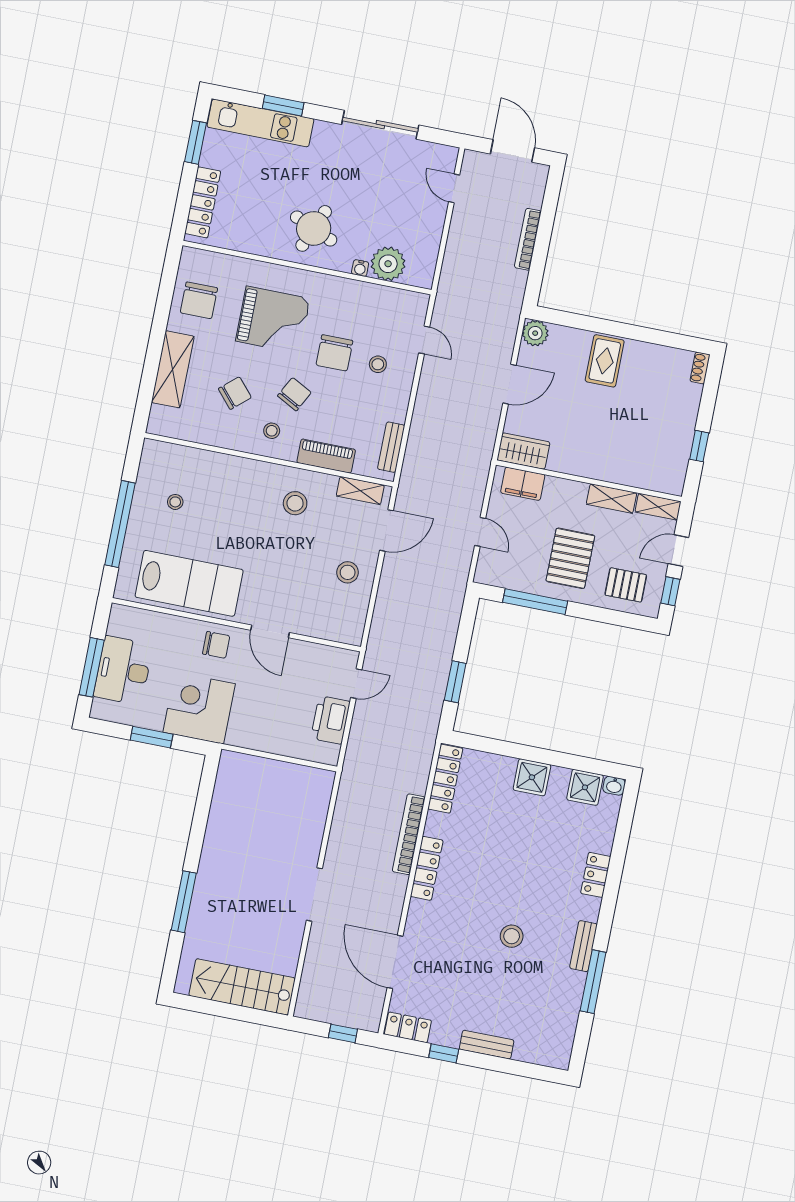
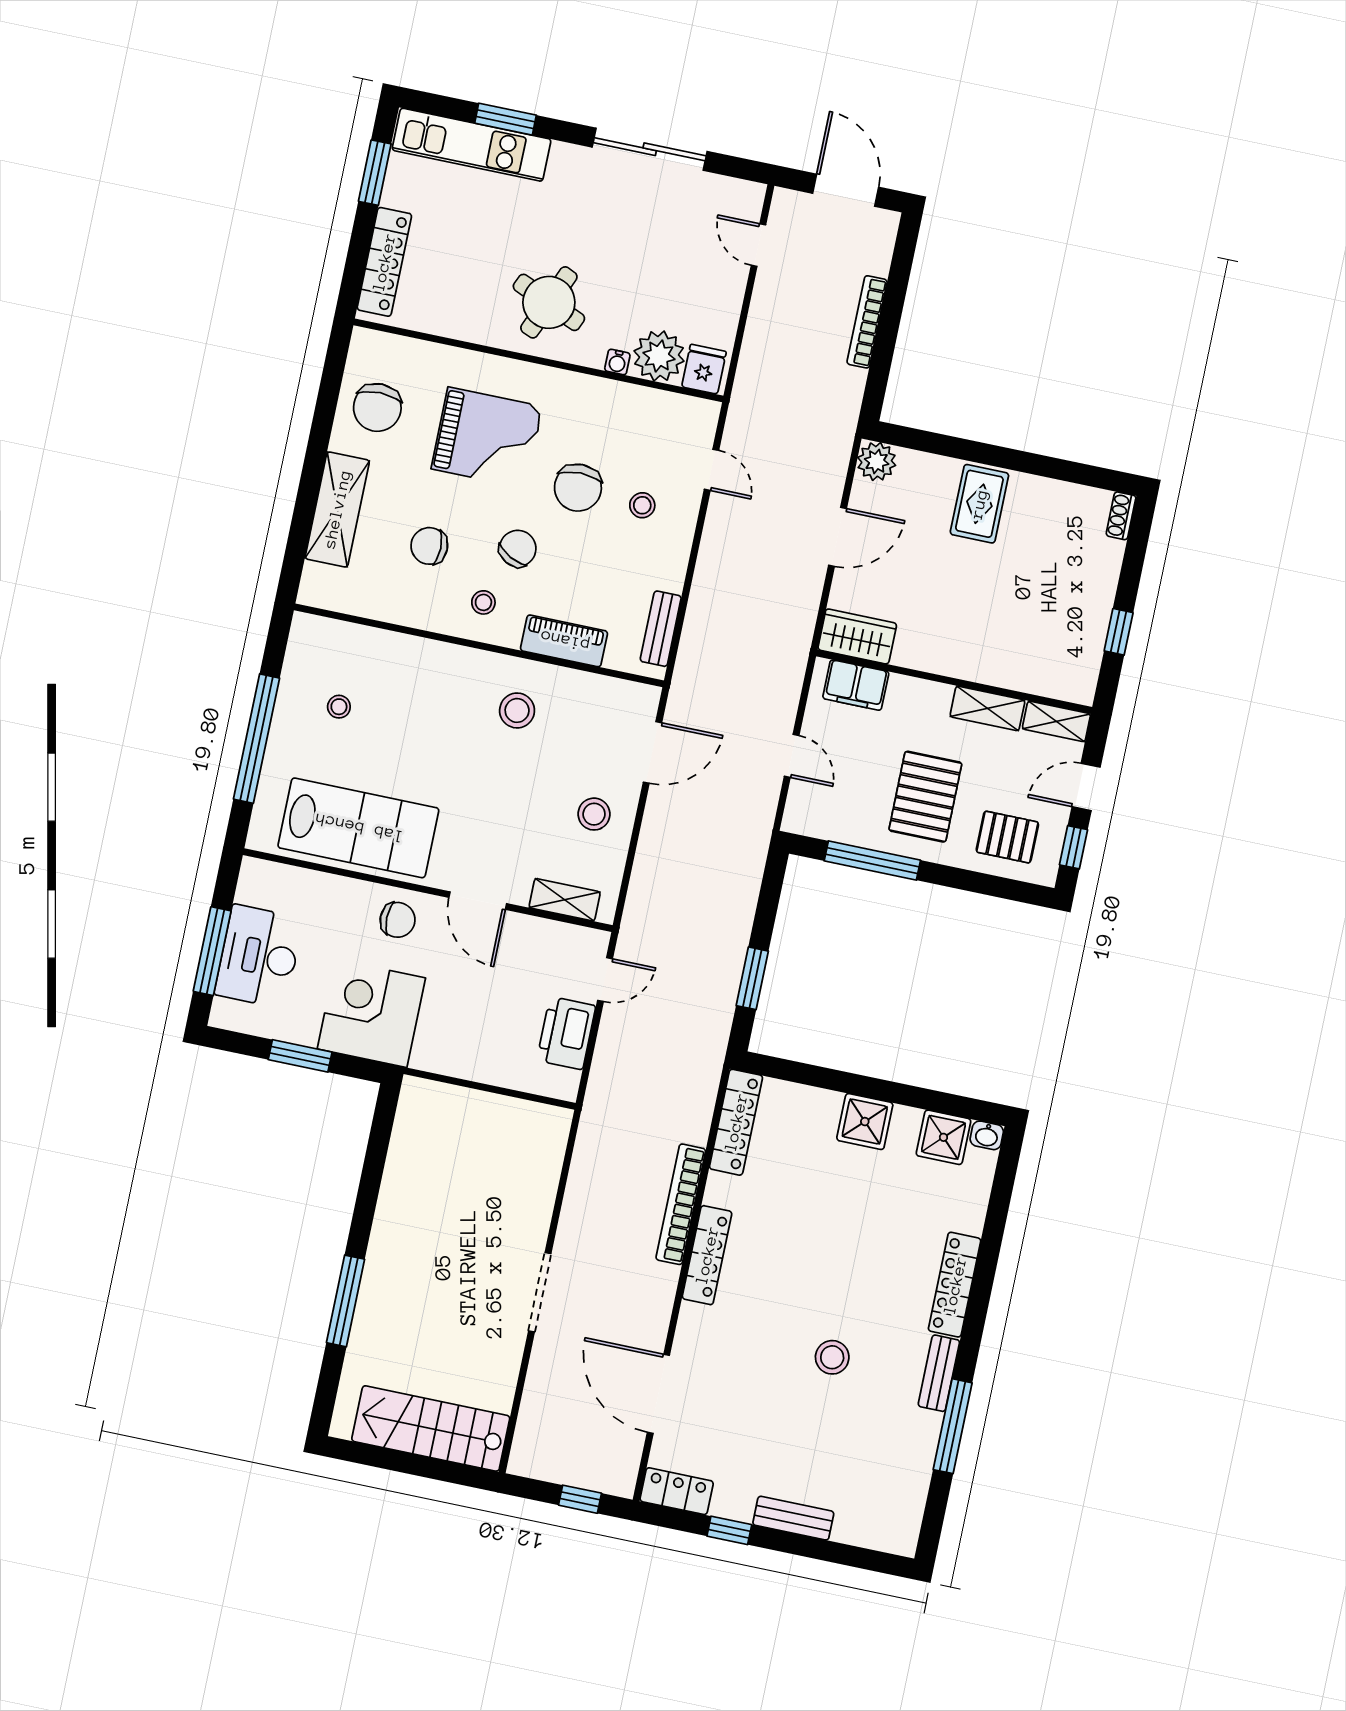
fridge: (418, 272) -> (704, 369), added
chair: (235, 393) -> (429, 546), turned -139
shelving: (360, 490) -> (565, 900), moved
locker: (596, 875) -> (955, 1285), width x1.53

